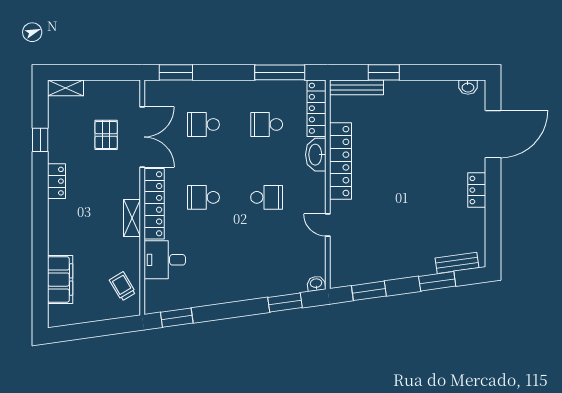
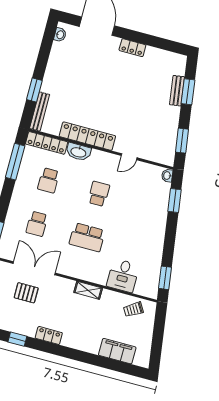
school desk: (203, 197) -> (87, 237), width x1.85
locker: (154, 204) -> (82, 272), removed
bench: (457, 263) -> (177, 91), moved

